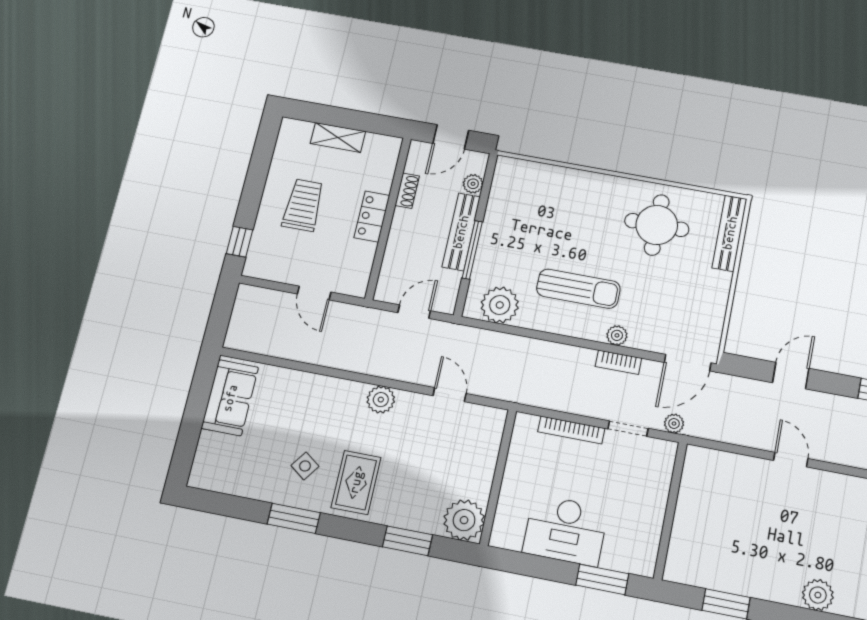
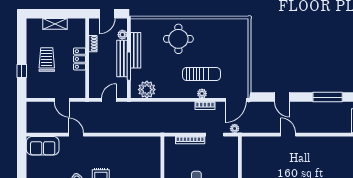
round table: (657, 225) -> (178, 39), moved
bench: (730, 233) -> (136, 50), moved
window: (239, 242) -> (22, 71), moved
sun lounger: (578, 289) -> (202, 74), moved
door: (791, 375) -> (282, 97), swing flipped
door: (450, 395) -> (76, 135), moved
sofa: (230, 398) -> (43, 146), moved, turned 90
plant: (381, 400) -> (103, 143), removed

